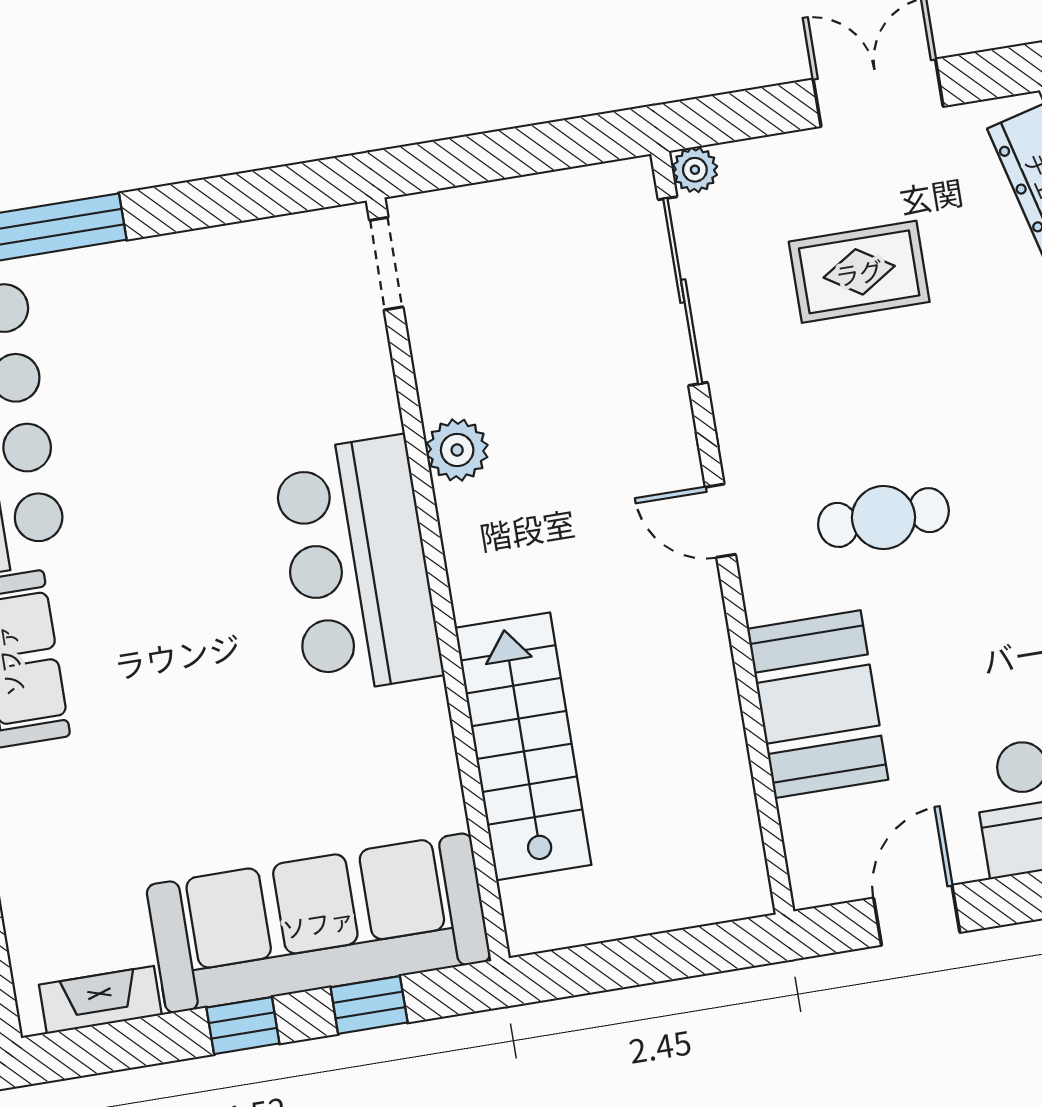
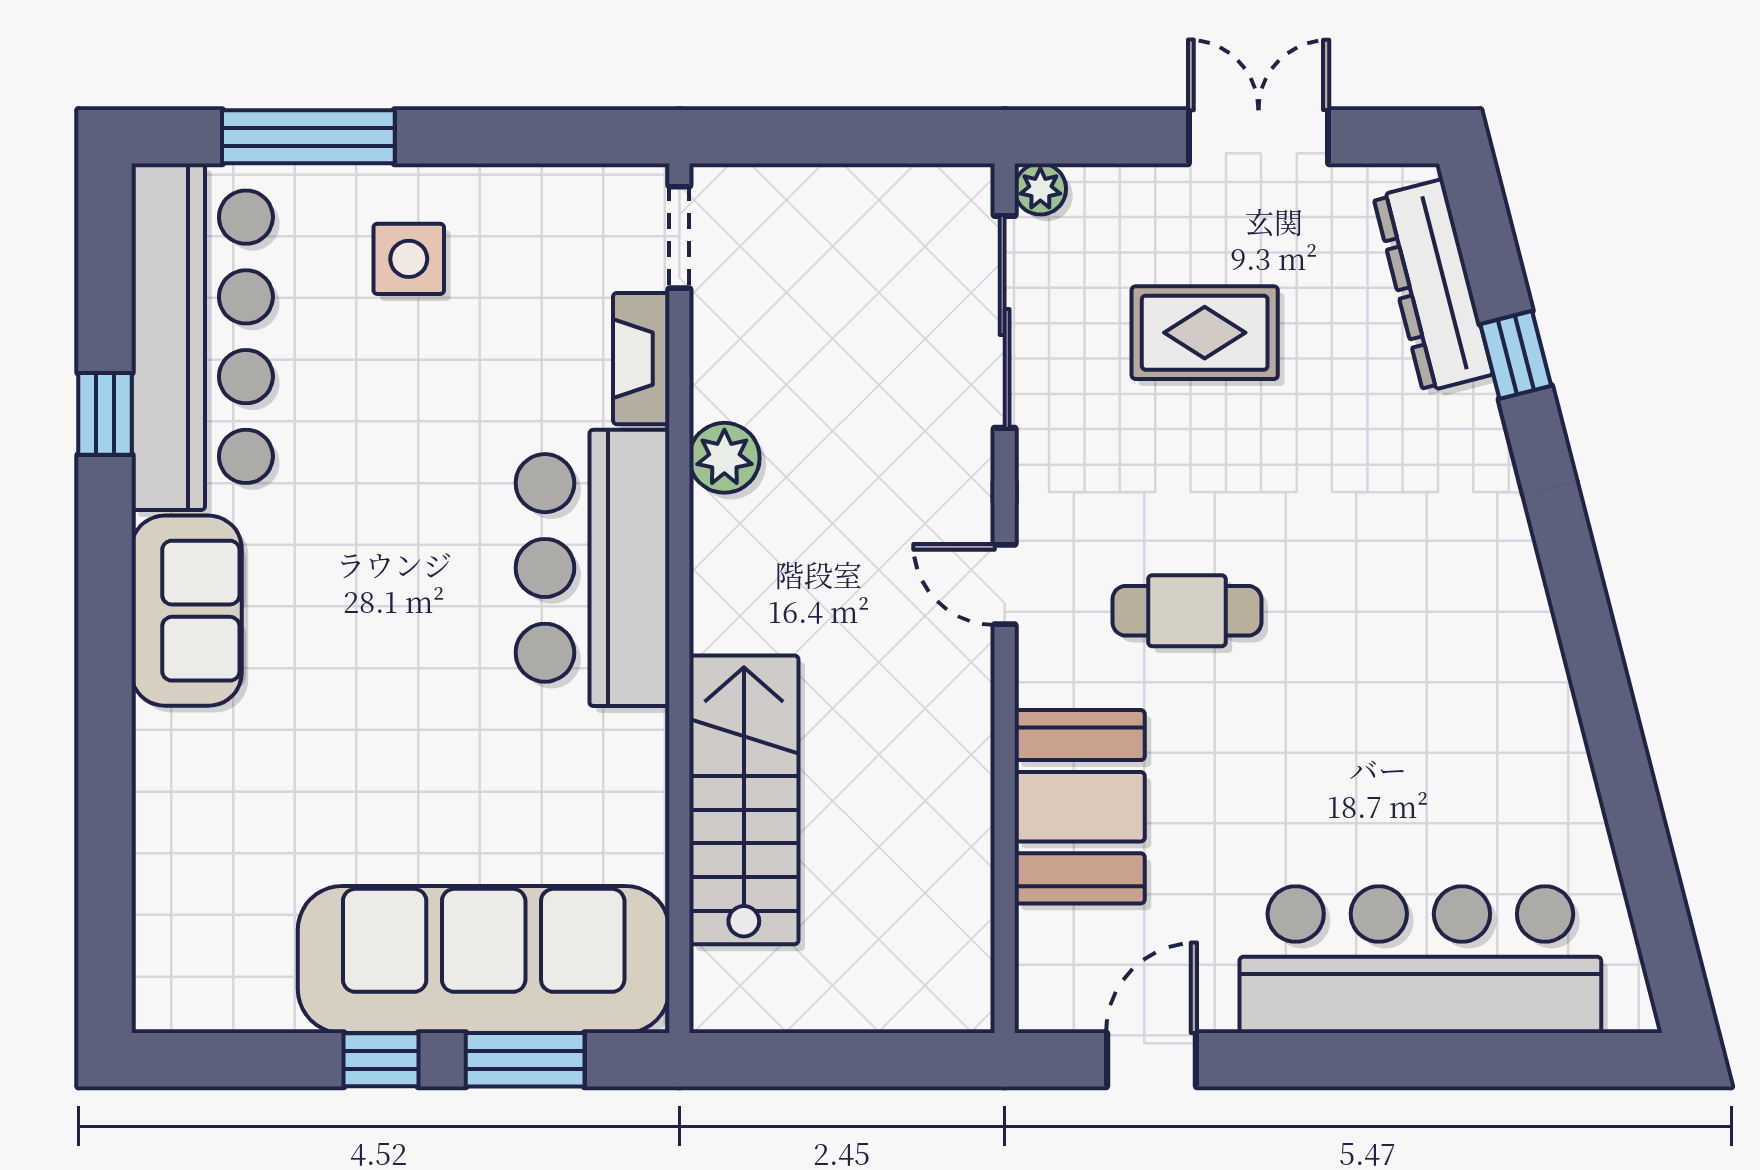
side table: (153, 321) -> (409, 259), added
fireplace: (100, 1000) -> (641, 359), moved, turned -90
window: (369, 1005) -> (525, 1060), width x1.50

